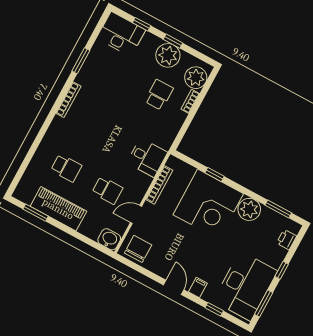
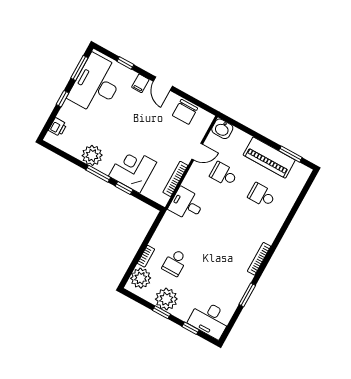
corner desk: (208, 204) -> (133, 169), width x0.74, depth x0.74
window: (278, 209) -> (98, 174), moved
chair: (138, 249) -> (185, 112), moved

